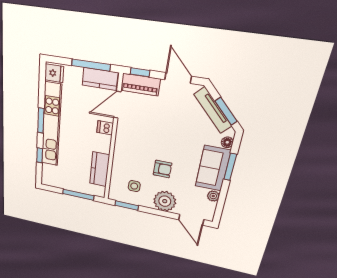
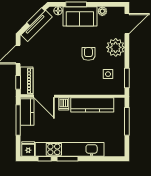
window: (40, 155) -> (45, 159), moved
kitchen counter: (100, 169) -> (92, 105), width x1.50

